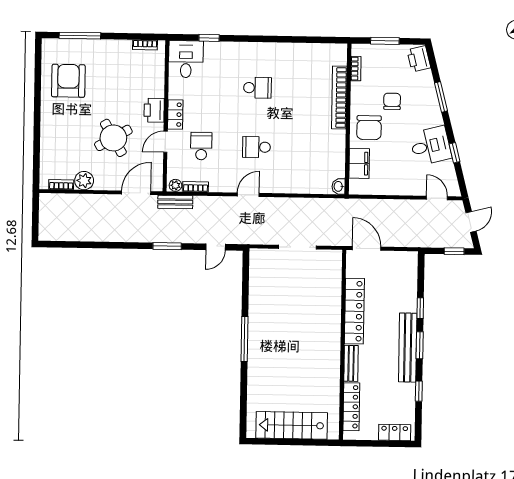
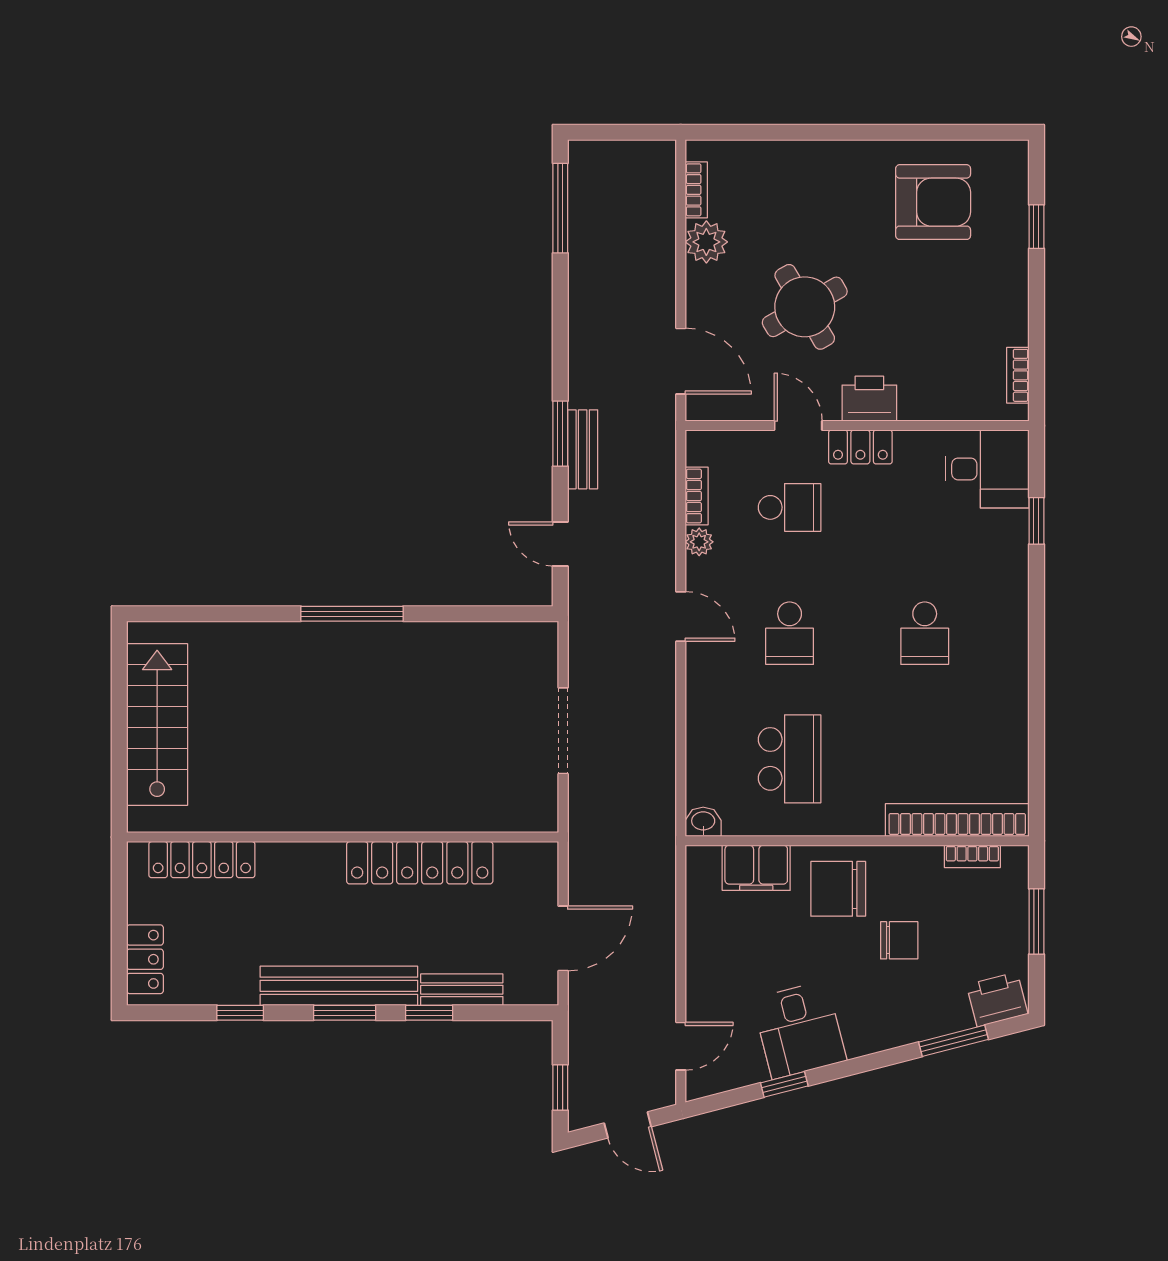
window: (80, 36) -> (1036, 227), width x0.46
window: (441, 97) -> (953, 1041), moved
bookcase: (339, 98) -> (957, 820), moved
school desk: (256, 147) -> (790, 633), turned 180
school desk: (312, 148) -> (790, 759), added
plant: (175, 185) -> (699, 542), moved
bench: (175, 202) -> (583, 449), moved
window: (68, 244) -> (560, 208), added
door: (367, 248) -> (563, 938), moved
bench: (351, 363) -> (462, 990), moved

